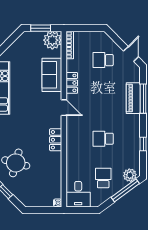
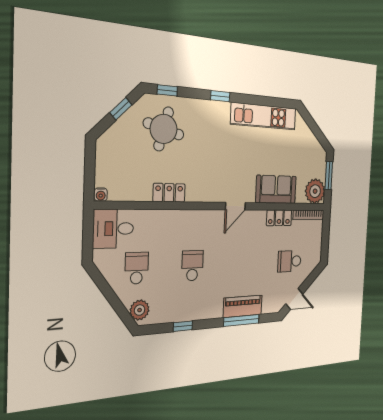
school desk: (103, 60) -> (289, 261), turned -90
locker: (72, 83) -> (279, 218), moved
locker: (56, 140) -> (169, 193), moved
school desk: (103, 178) -> (137, 268), turned -90
window: (125, 190) -> (117, 304), removed

